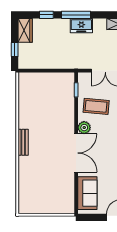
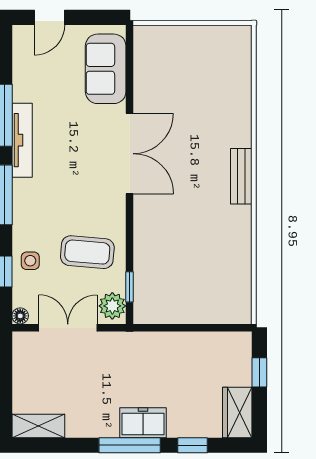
freezer: (81, 26) -> (143, 423), moved
plant: (84, 128) -> (112, 306), moved
double door: (76, 153) -> (130, 154), swing flipped

